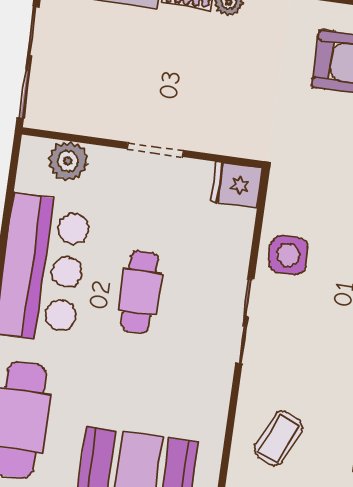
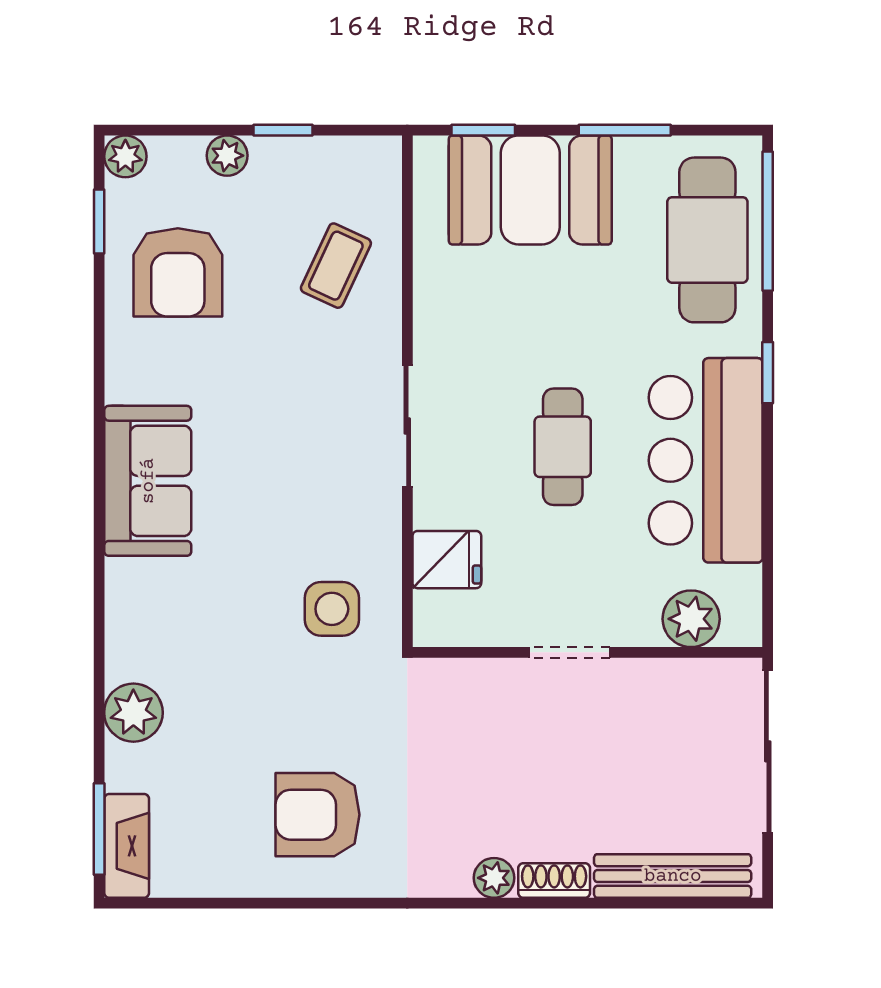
fridge: (236, 185) -> (447, 560), moved
side table: (288, 255) -> (332, 609), moved

